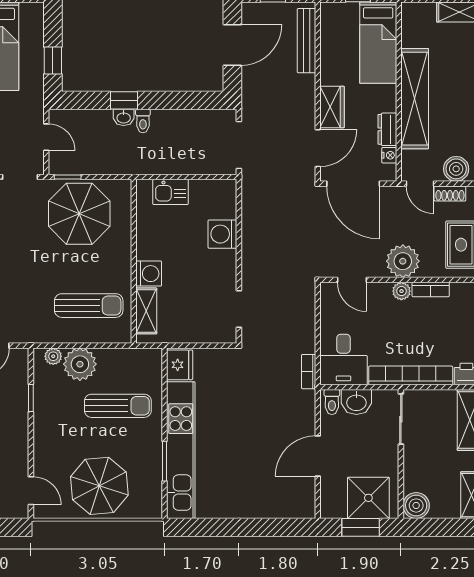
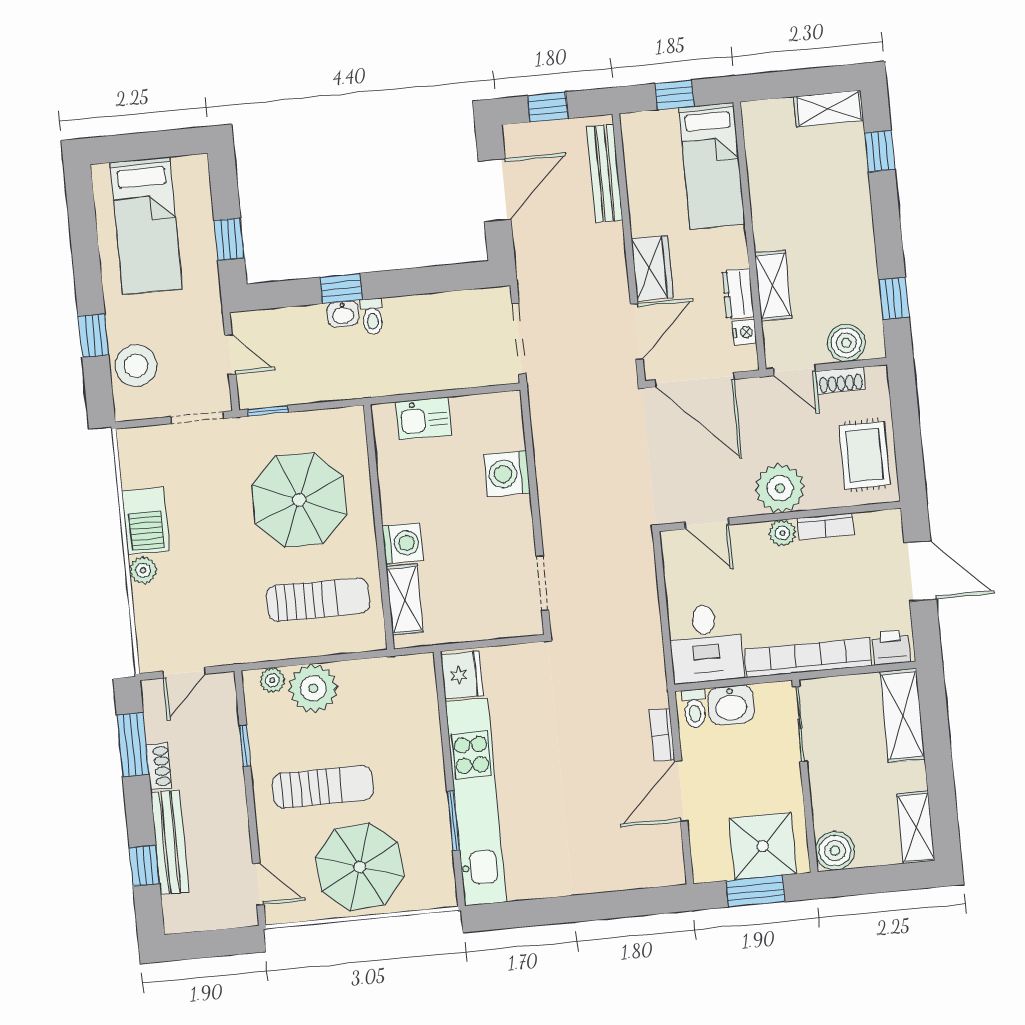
shelving: (415, 99) -> (773, 286), width x0.45, depth x0.75
parasol: (79, 214) -> (299, 500), moved
bookcase: (309, 372) -> (662, 735), moved
sun lounger: (118, 406) -> (323, 787), moved

